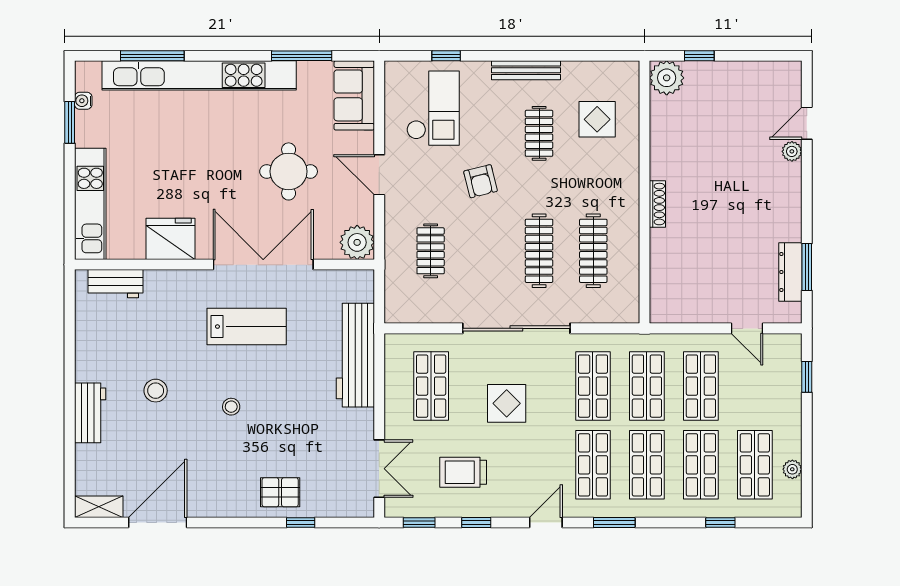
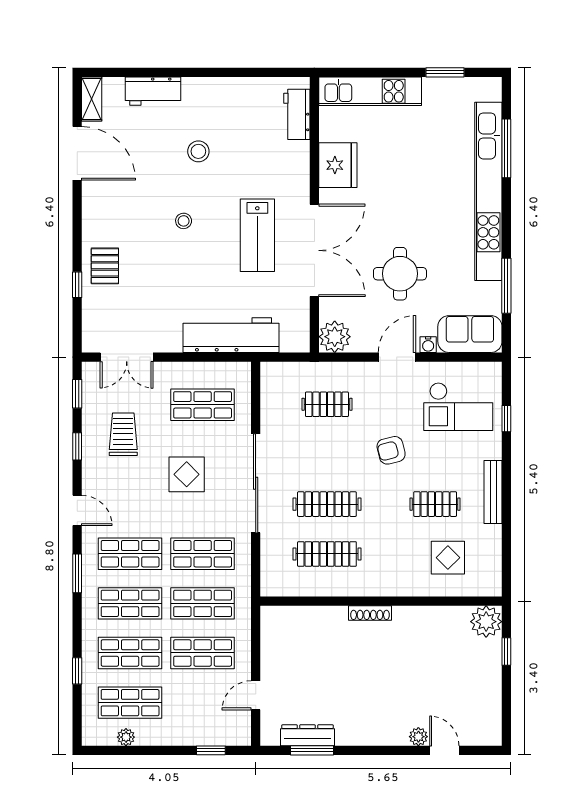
water cooler: (83, 101) -> (428, 345), moved, turned 180
workbench: (90, 413) -> (153, 91), moved

